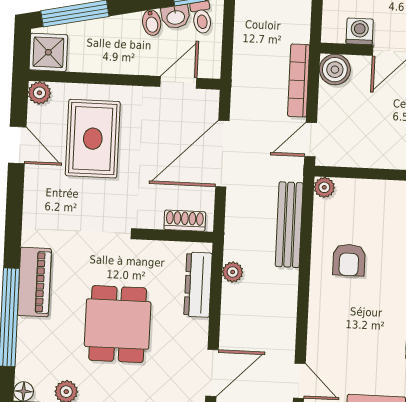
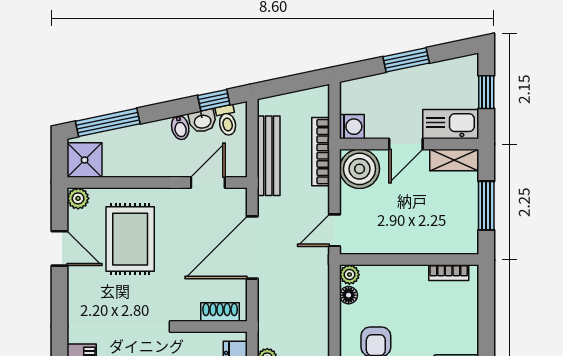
washing machine: (360, 31) -> (352, 127), moved, turned 90
boiler: (335, 70) -> (360, 169), width x1.37, depth x1.37
bookcase: (299, 81) -> (321, 152), moved
floor lamp: (322, 209) -> (349, 295), added
bench: (289, 225) -> (269, 156), moved

